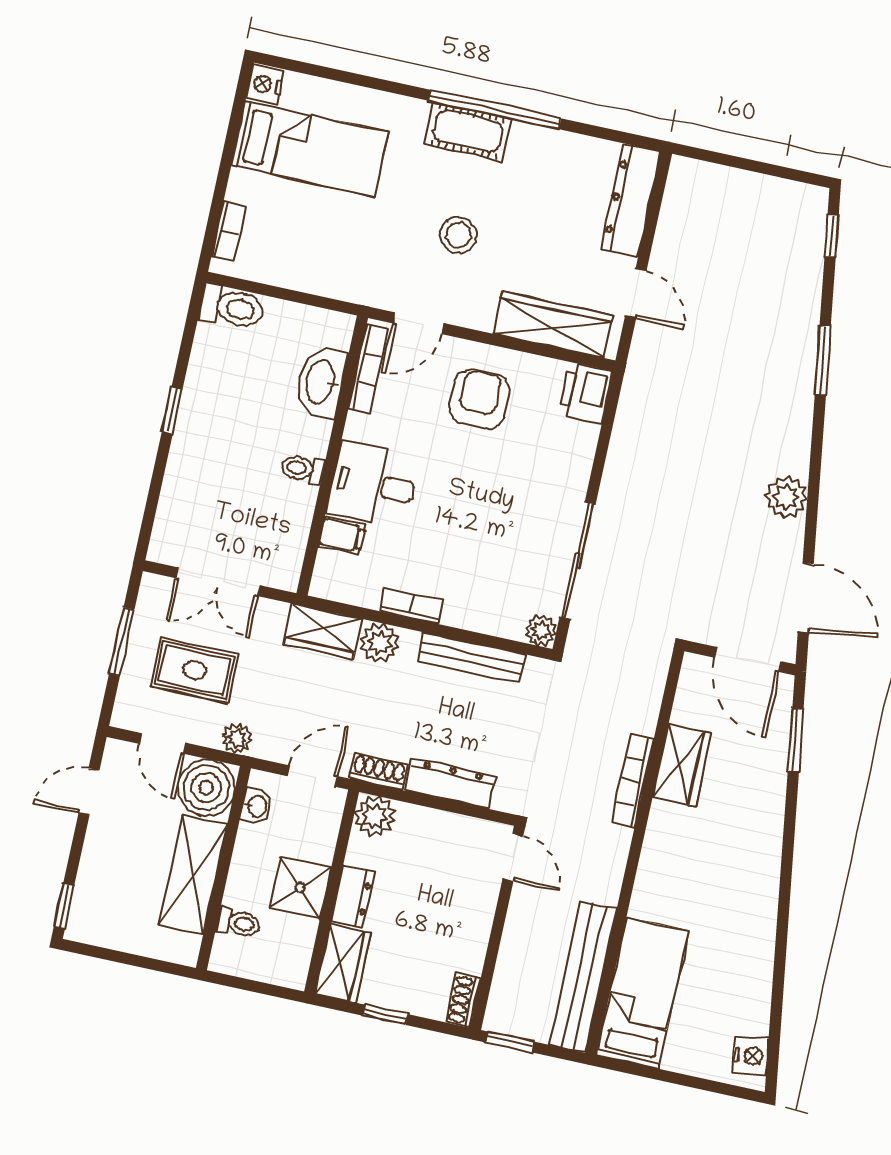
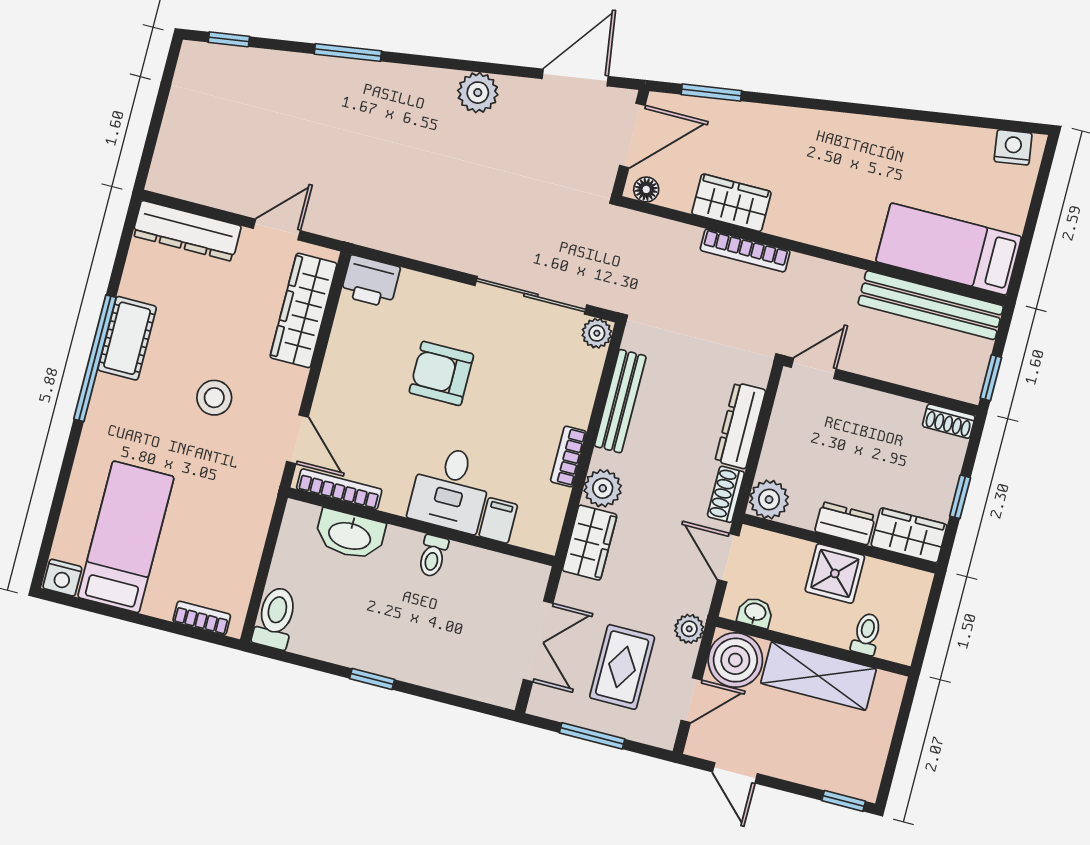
cot: (468, 131) -> (127, 338), moved
armchair: (479, 399) -> (441, 373), moved
floor lamp: (692, 676) -> (646, 189), added

